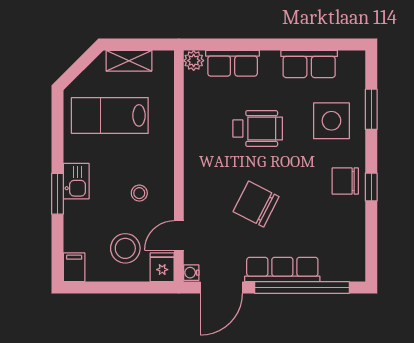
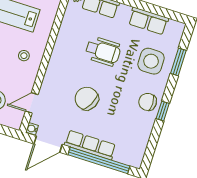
stool: (139, 193) -> (24, 56), moved
fridge: (162, 267) -> (15, 119), removed

